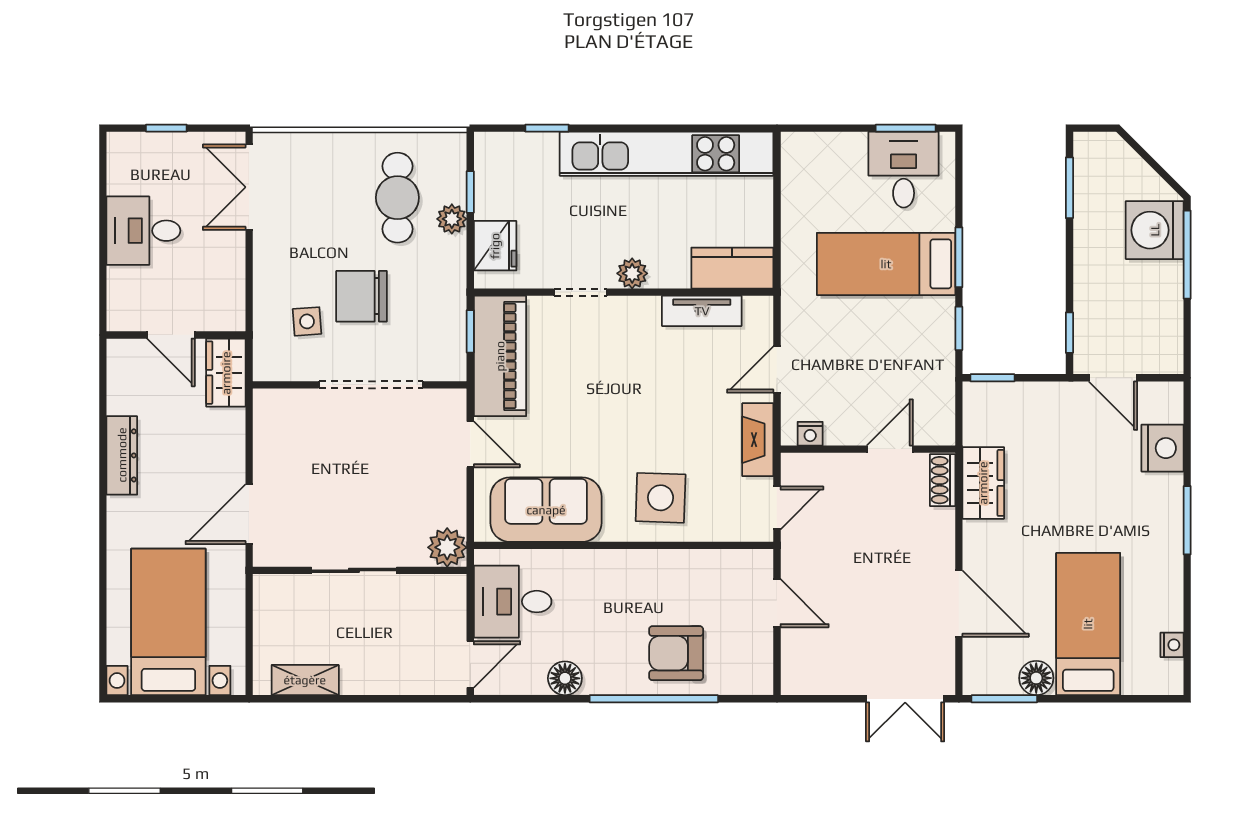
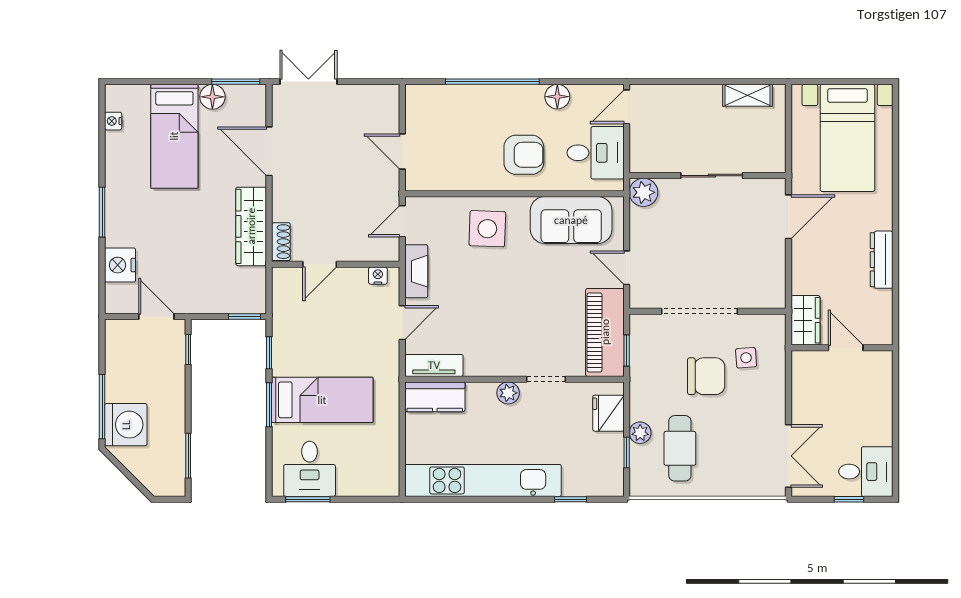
desk: (143, 231) -> (866, 472), moved
tv unit: (702, 311) -> (434, 365), moved
wardrobe: (983, 483) -> (251, 226), width x1.50
armchair: (676, 653) -> (524, 155), moved

